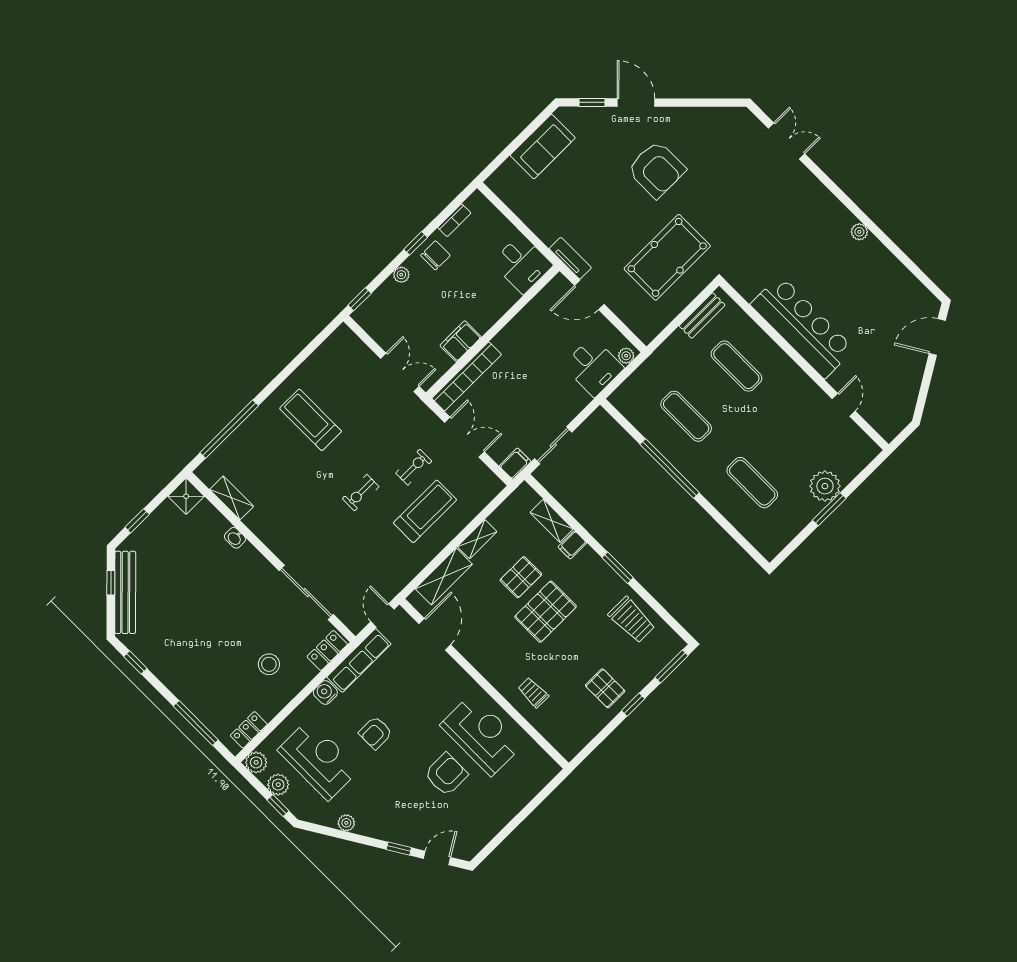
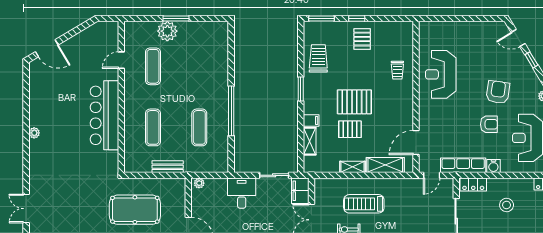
bench: (702, 316) -> (168, 167), moved
desk: (593, 367) -> (242, 193), moved
filing cabinet: (515, 464) -> (300, 191), width x2.00
exercise mat: (752, 483) -> (153, 66), moved
armchair: (446, 774) -> (498, 92), moved, turned 98

